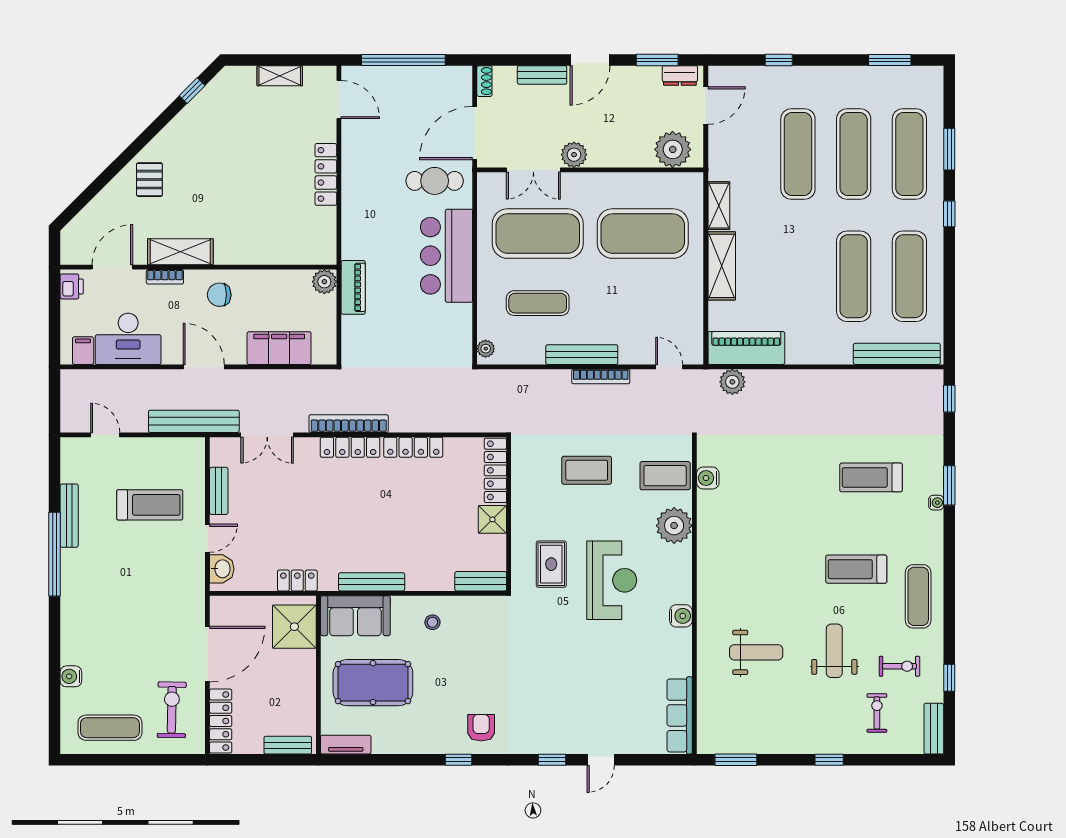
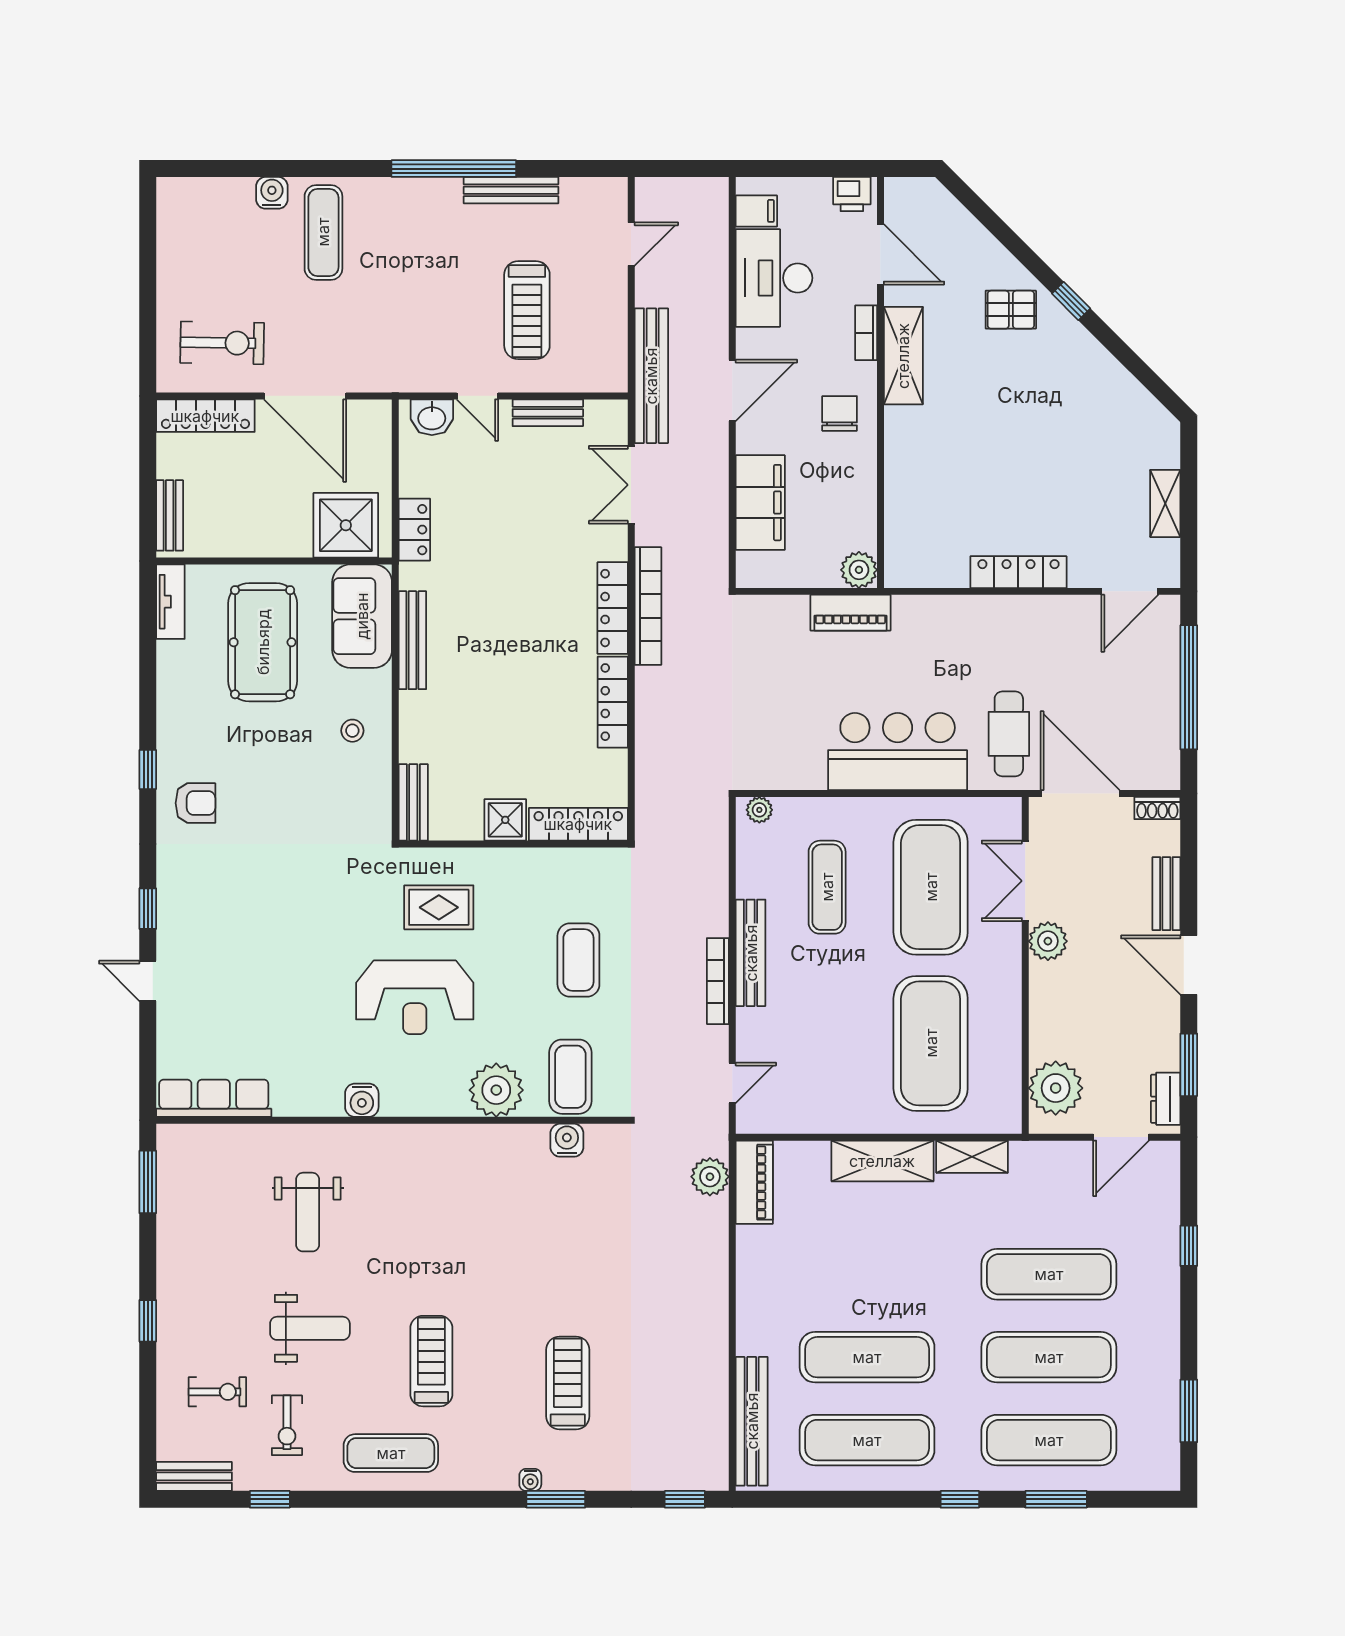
window: (192, 91) -> (1071, 301), moved
door: (706, 106) -> (1121, 1137), hinge flipped
piano: (746, 348) -> (754, 1182), width x0.73, depth x0.75
exercise mat: (110, 728) -> (323, 232), moved

